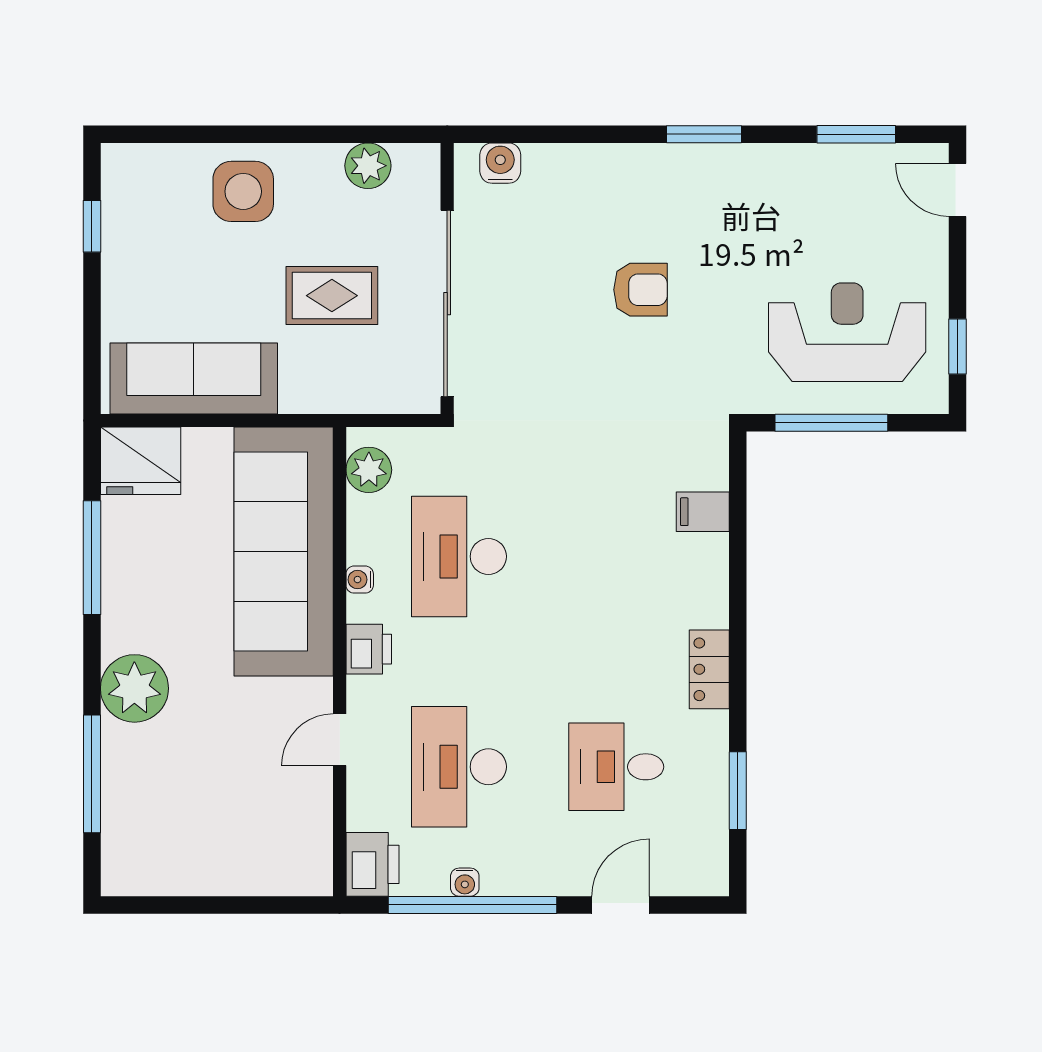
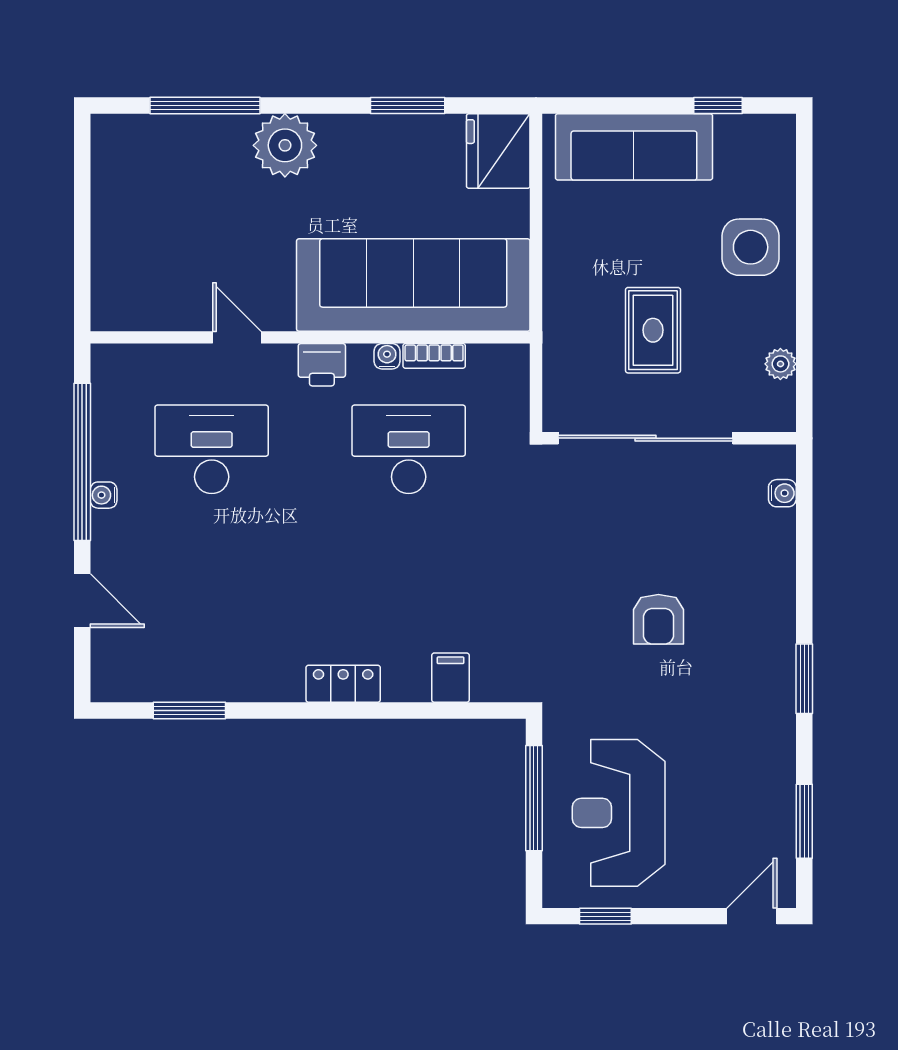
water cooler: (500, 163) -> (782, 493), width x0.72, depth x0.72
plant: (368, 166) -> (780, 364), width x0.73, depth x0.73
reception desk: (847, 332) -> (619, 813), turned 180
sofa: (194, 378) -> (634, 147), moved, turned 90
plant: (369, 470) -> (490, 365), removed
bookcase: (359, 529) -> (434, 356), added
window: (92, 558) -> (408, 105), width x0.69
locker: (709, 669) -> (343, 684), moved
desk: (616, 767) -> (212, 597), removed
printer: (372, 864) -> (120, 368), removed
water cooler: (465, 882) -> (104, 495), moved

